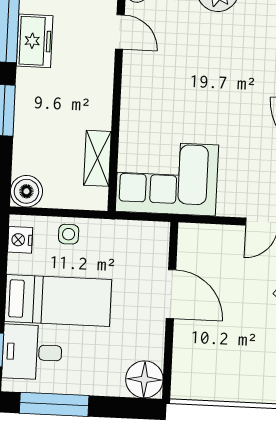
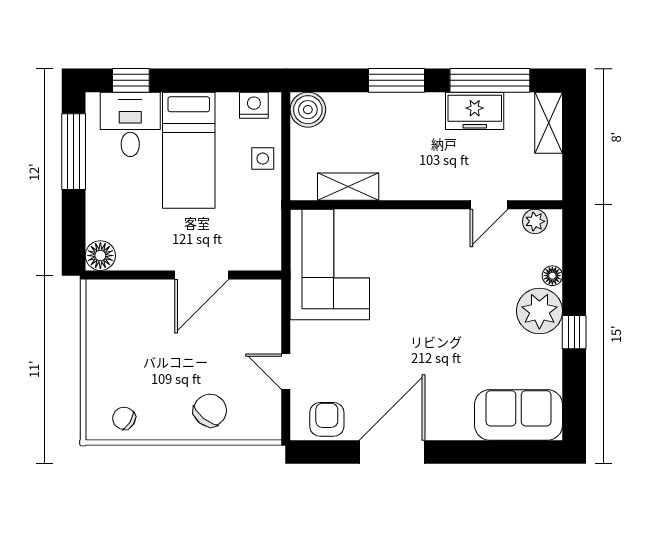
floor lamp: (144, 379) -> (100, 256), width x0.73, depth x0.73

